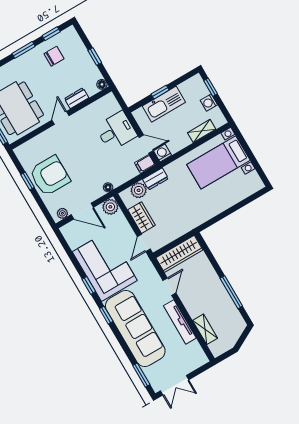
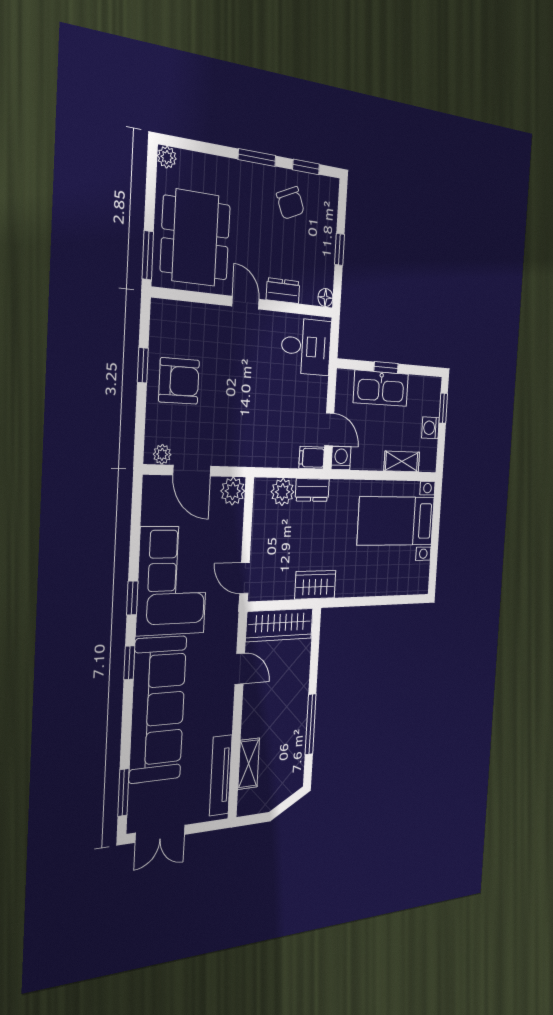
chair: (54, 56) -> (290, 203), turned 67
door: (60, 118) -> (246, 303), hinge flipped
desk: (116, 131) -> (306, 347), moved
armchair: (50, 176) -> (179, 381), width x0.73, depth x0.73
floor lamp: (108, 187) -> (247, 458), removed
wardrobe: (141, 218) -> (315, 585), moved, turned -90
door: (144, 243) -> (245, 578), hinge flipped
door: (169, 287) -> (240, 669), hinge flipped
tv unit: (180, 322) -> (221, 775), moved

